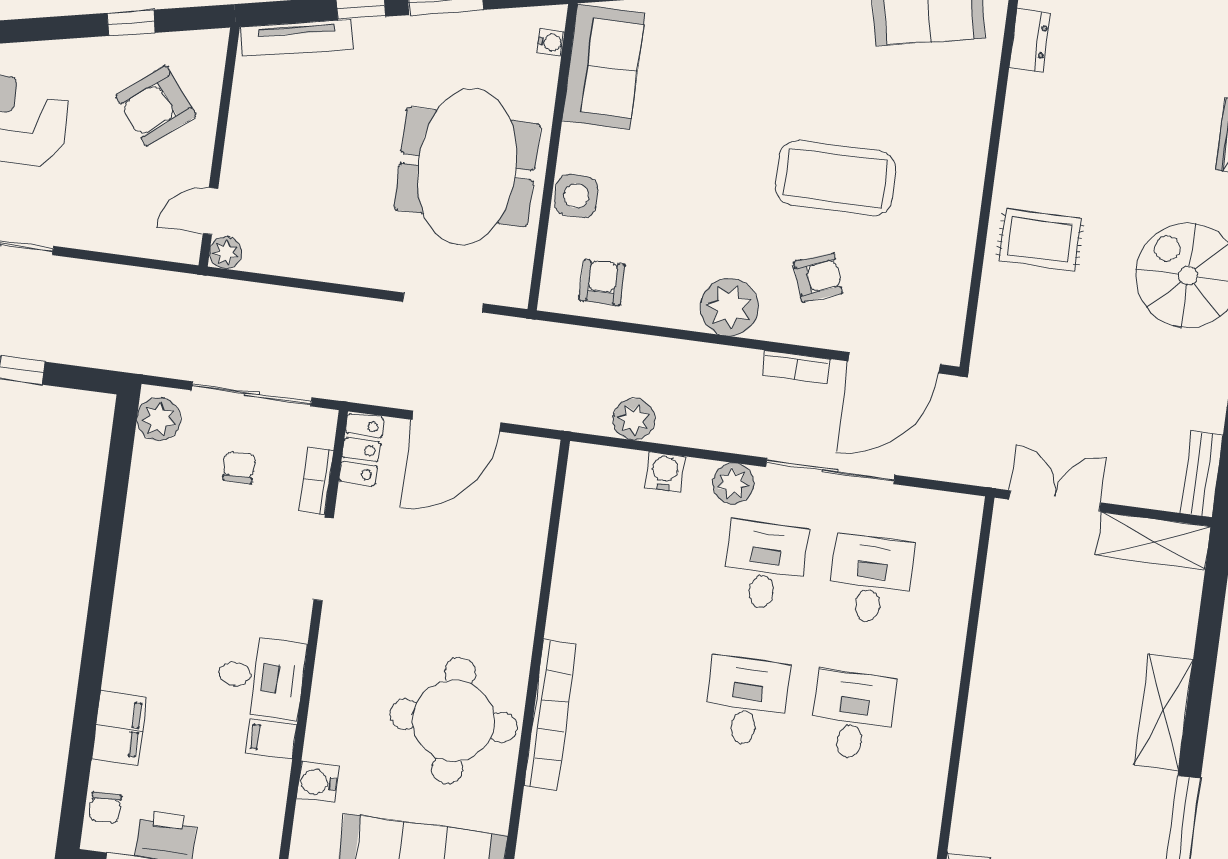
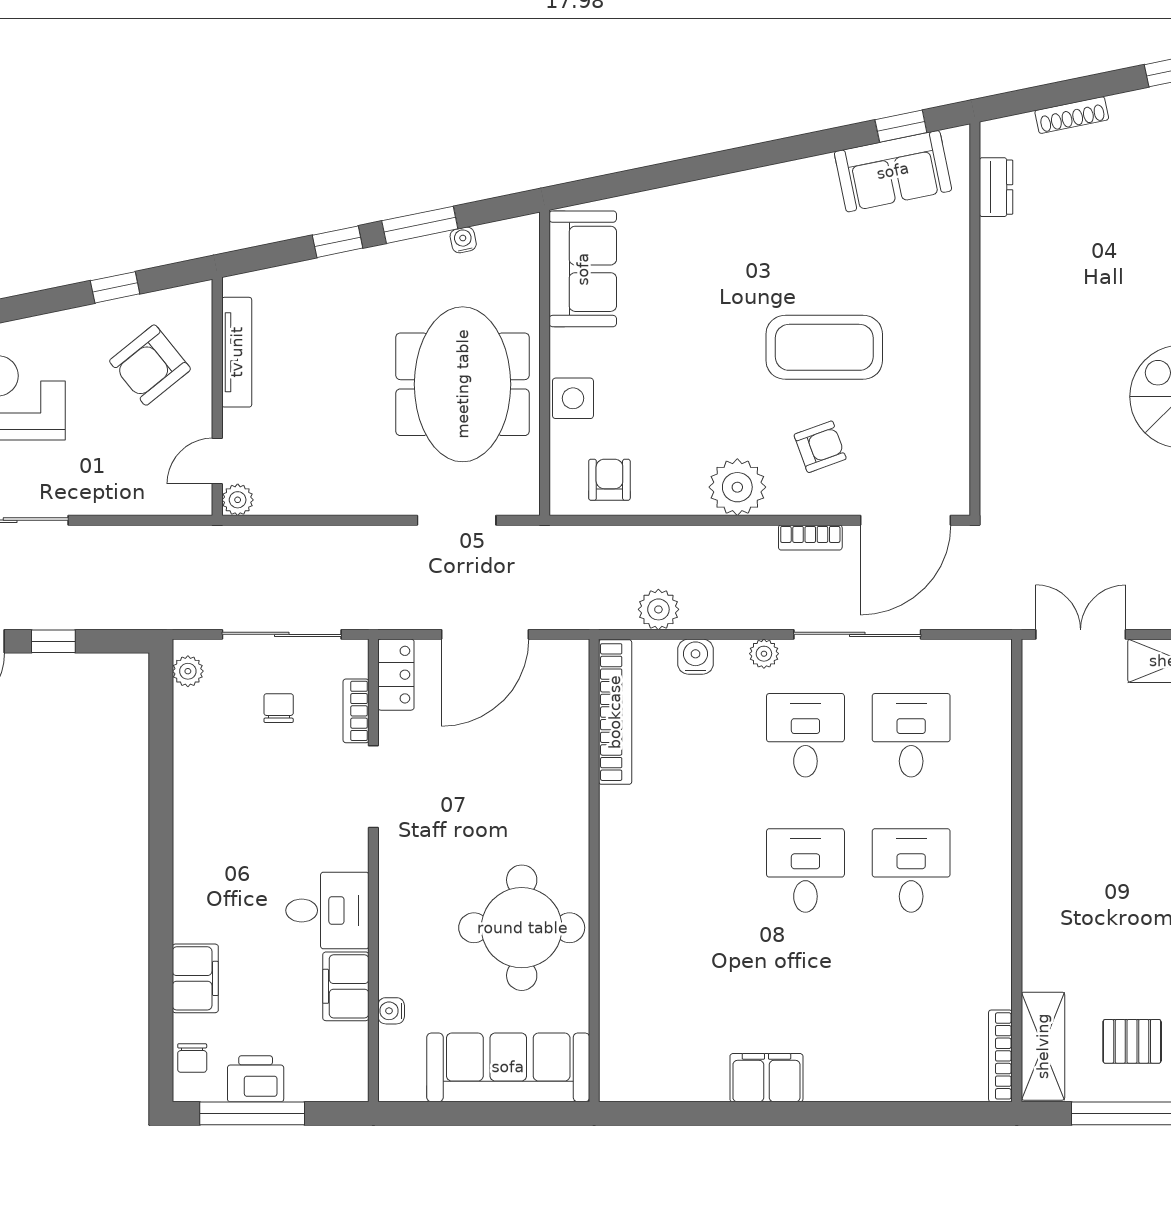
tv unit: (297, 38) -> (237, 352), moved, turned -78
water cooler: (551, 42) -> (463, 240), moved, turned -102
rug: (1040, 240) -> (1032, 381), removed
plant: (159, 419) -> (188, 671), width x0.73, depth x0.73
plant: (733, 483) -> (764, 654), width x0.73, depth x0.73
bookcase: (550, 715) -> (615, 712), moved
filing cabinet: (272, 739) -> (346, 986), width x2.00
water cooler: (317, 782) -> (391, 1011), width x0.72, depth x0.72

